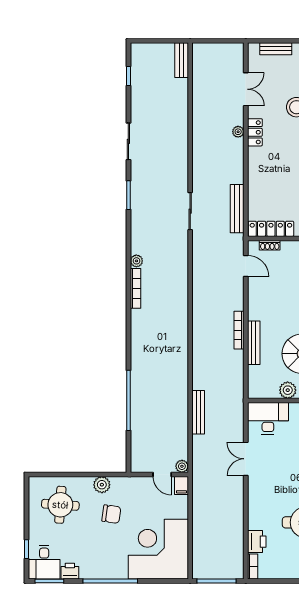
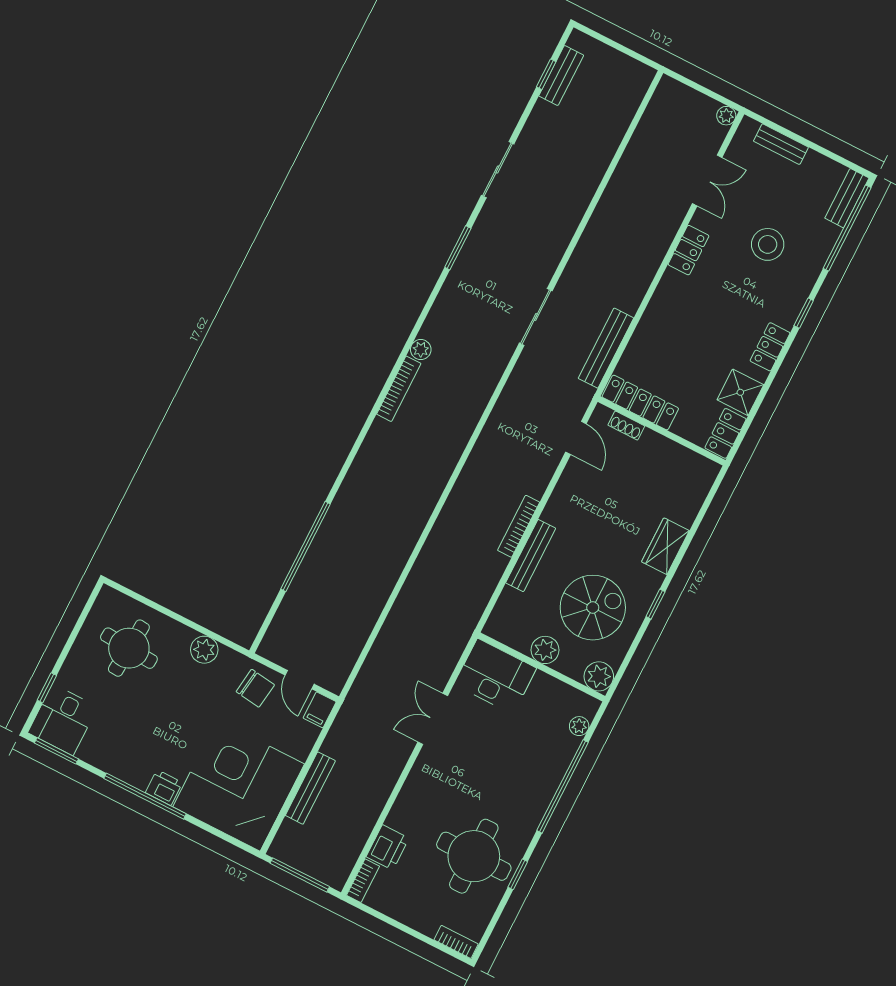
bench: (182, 60) -> (561, 76), moved
plant: (238, 132) -> (726, 116), moved
bench: (198, 412) -> (310, 788), moved
plant: (182, 466) -> (334, 682), removed
chair: (111, 514) -> (255, 688), moved
printer: (70, 571) -> (164, 788), moved

